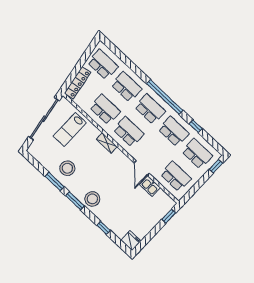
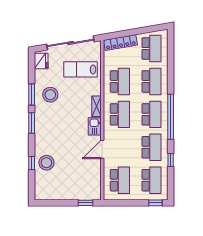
kitchen sink: (150, 186) -> (95, 126), moved
stool: (92, 199) -> (46, 163), moved
fridge: (131, 241) -> (41, 61), moved

